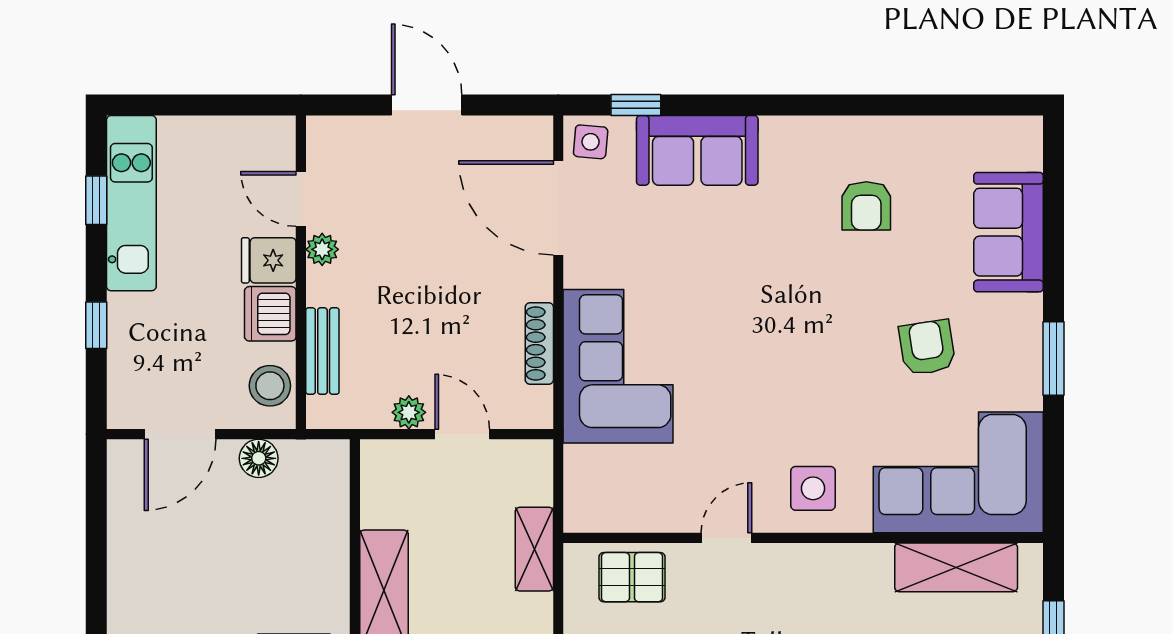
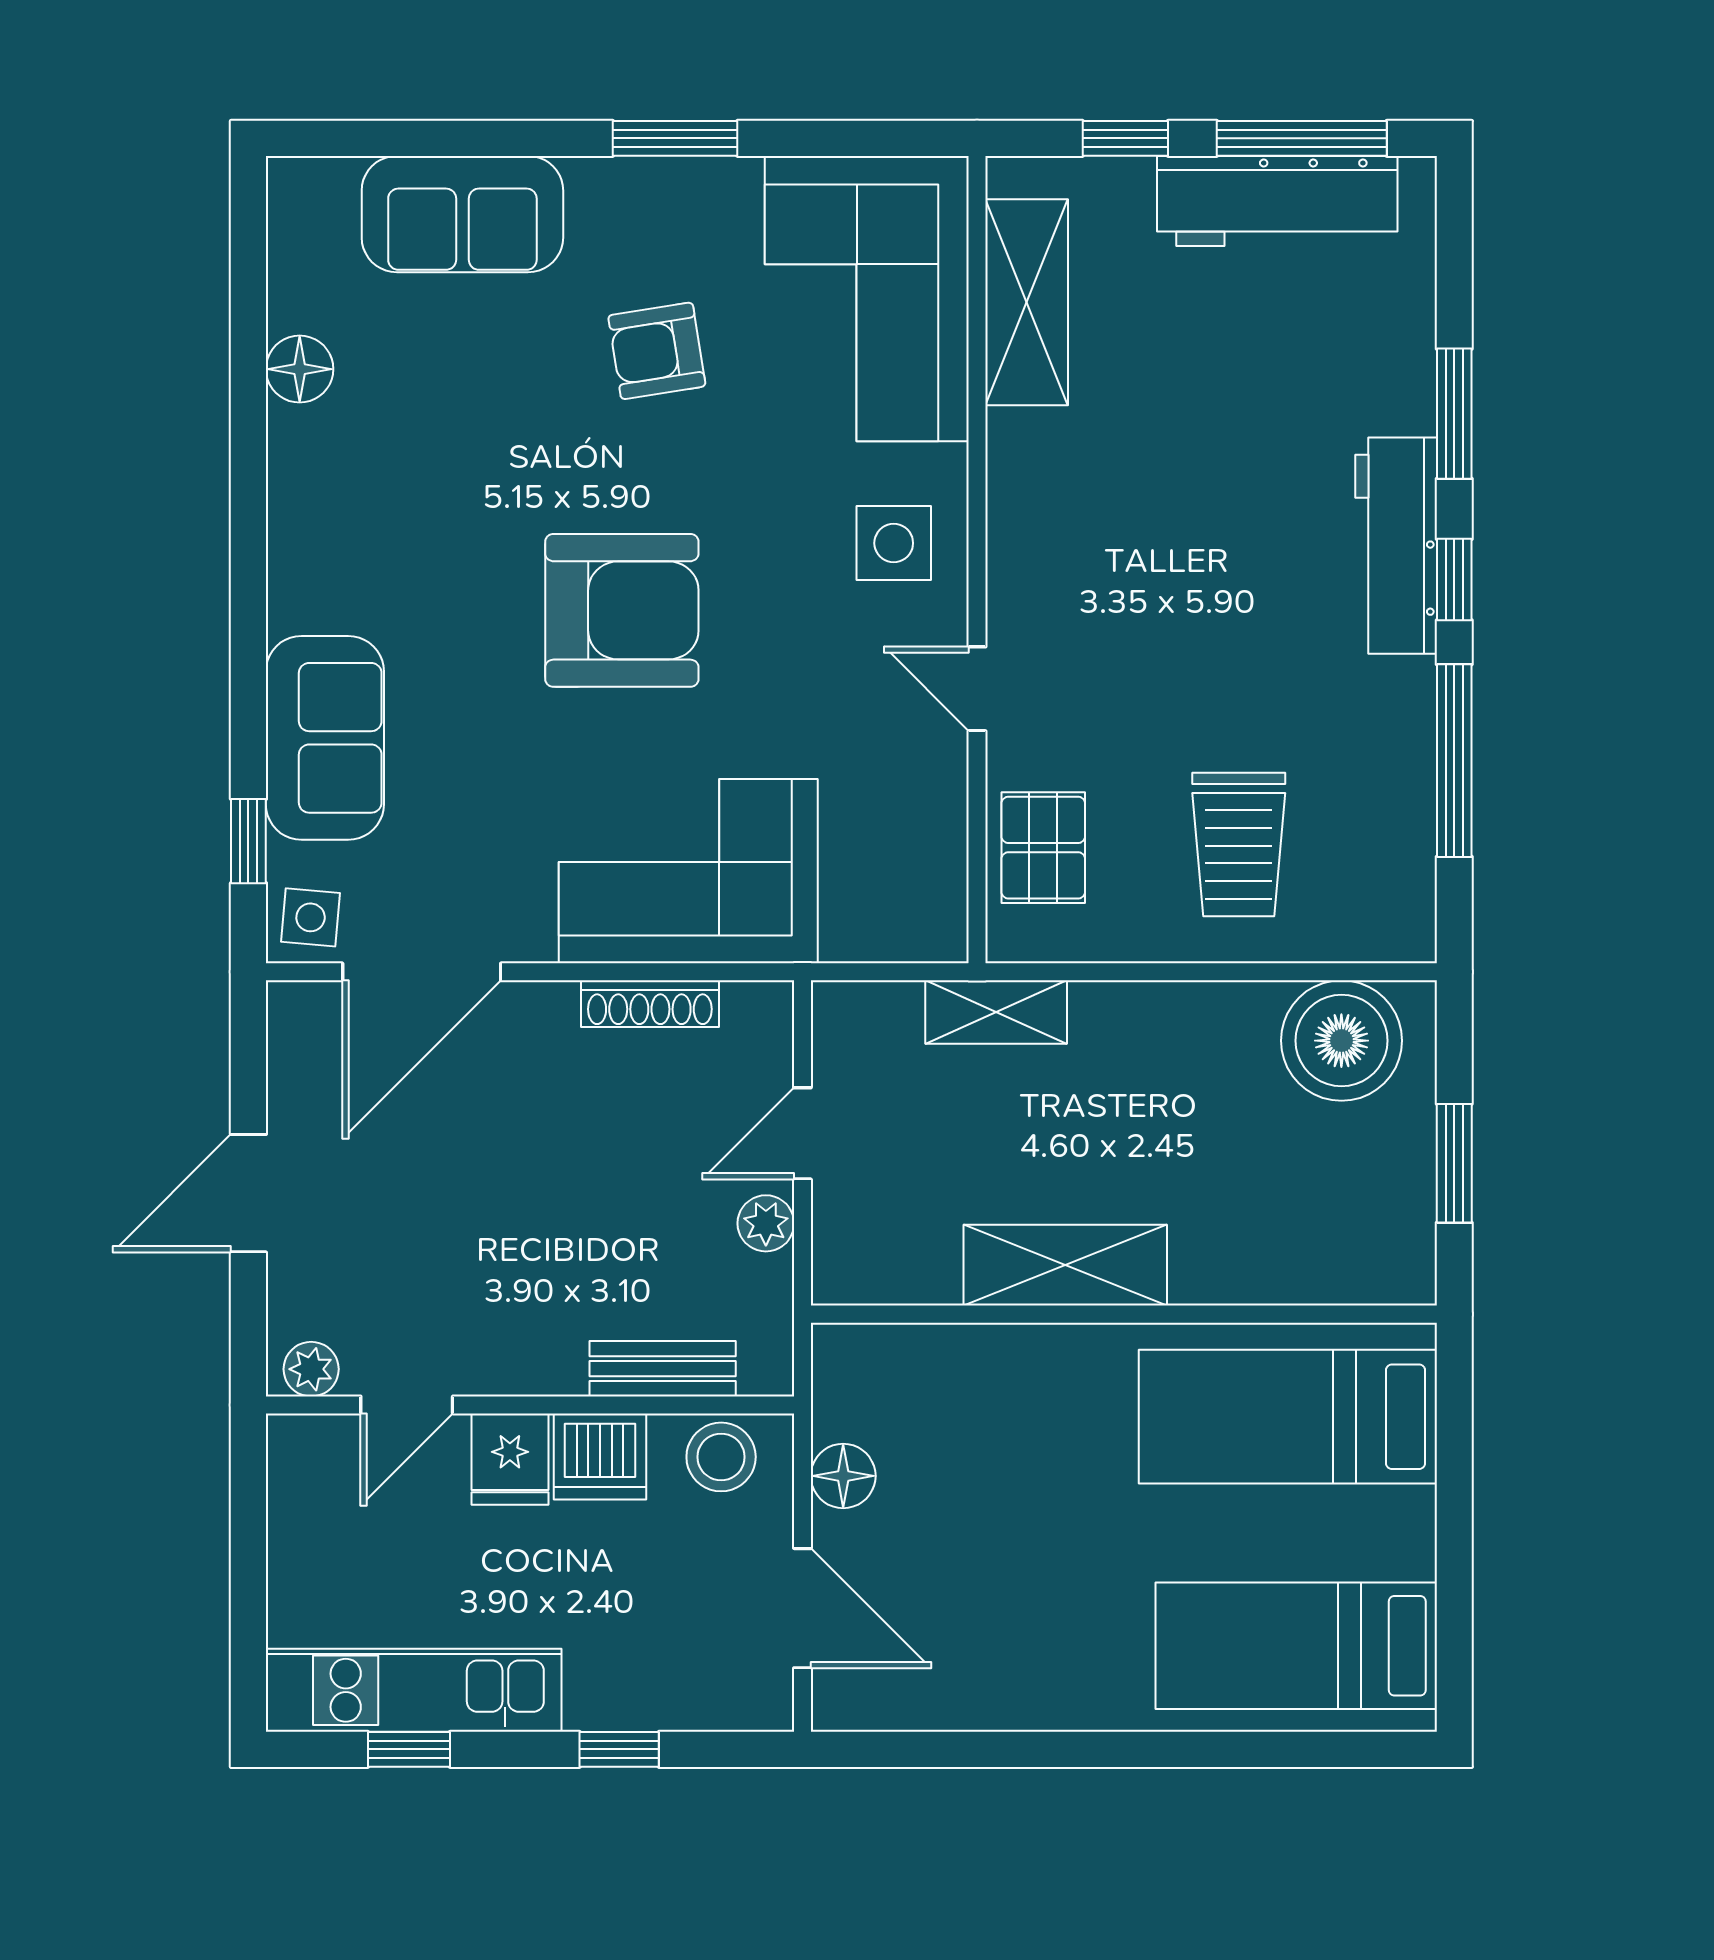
floor lamp: (916, 135) -> (300, 369), added
armchair: (866, 206) -> (622, 610), moved, width x1.88, depth x1.88
plant: (322, 249) -> (311, 1369), moved

